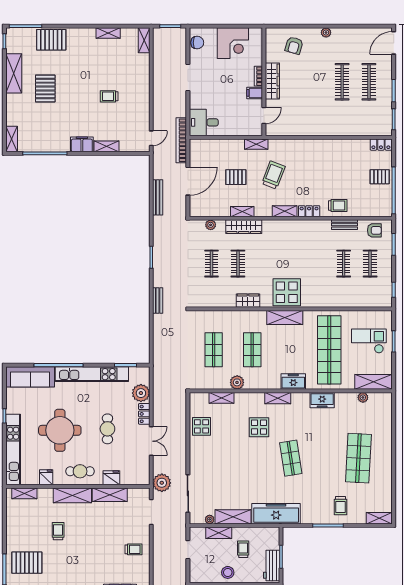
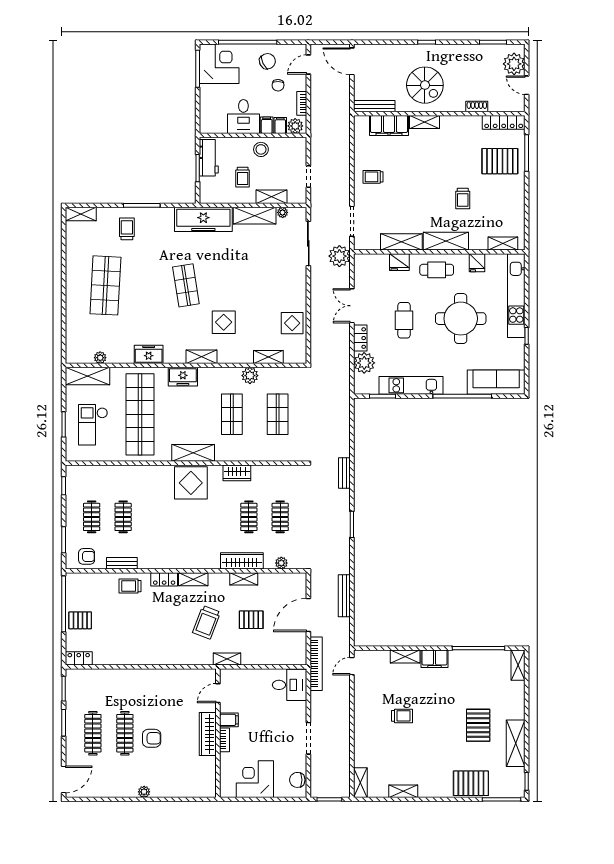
armchair: (294, 45) -> (152, 738), moved, turned 74
armchair: (374, 230) -> (87, 556), turned 180
checkout: (369, 341) -> (93, 425), turned 90
kitchen unit: (92, 374) -> (411, 385), width x0.73

